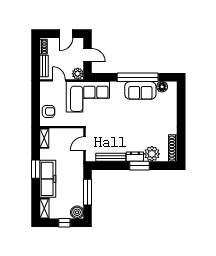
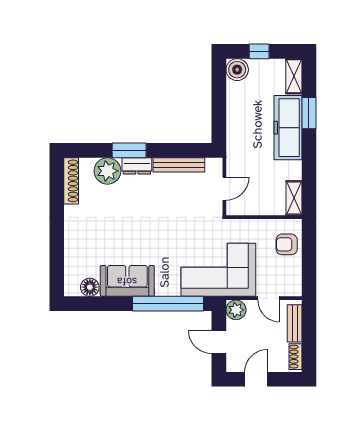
window: (138, 77) -> (168, 304), moved
window: (36, 169) -> (309, 113), moved
window: (88, 192) -> (219, 104), removed

